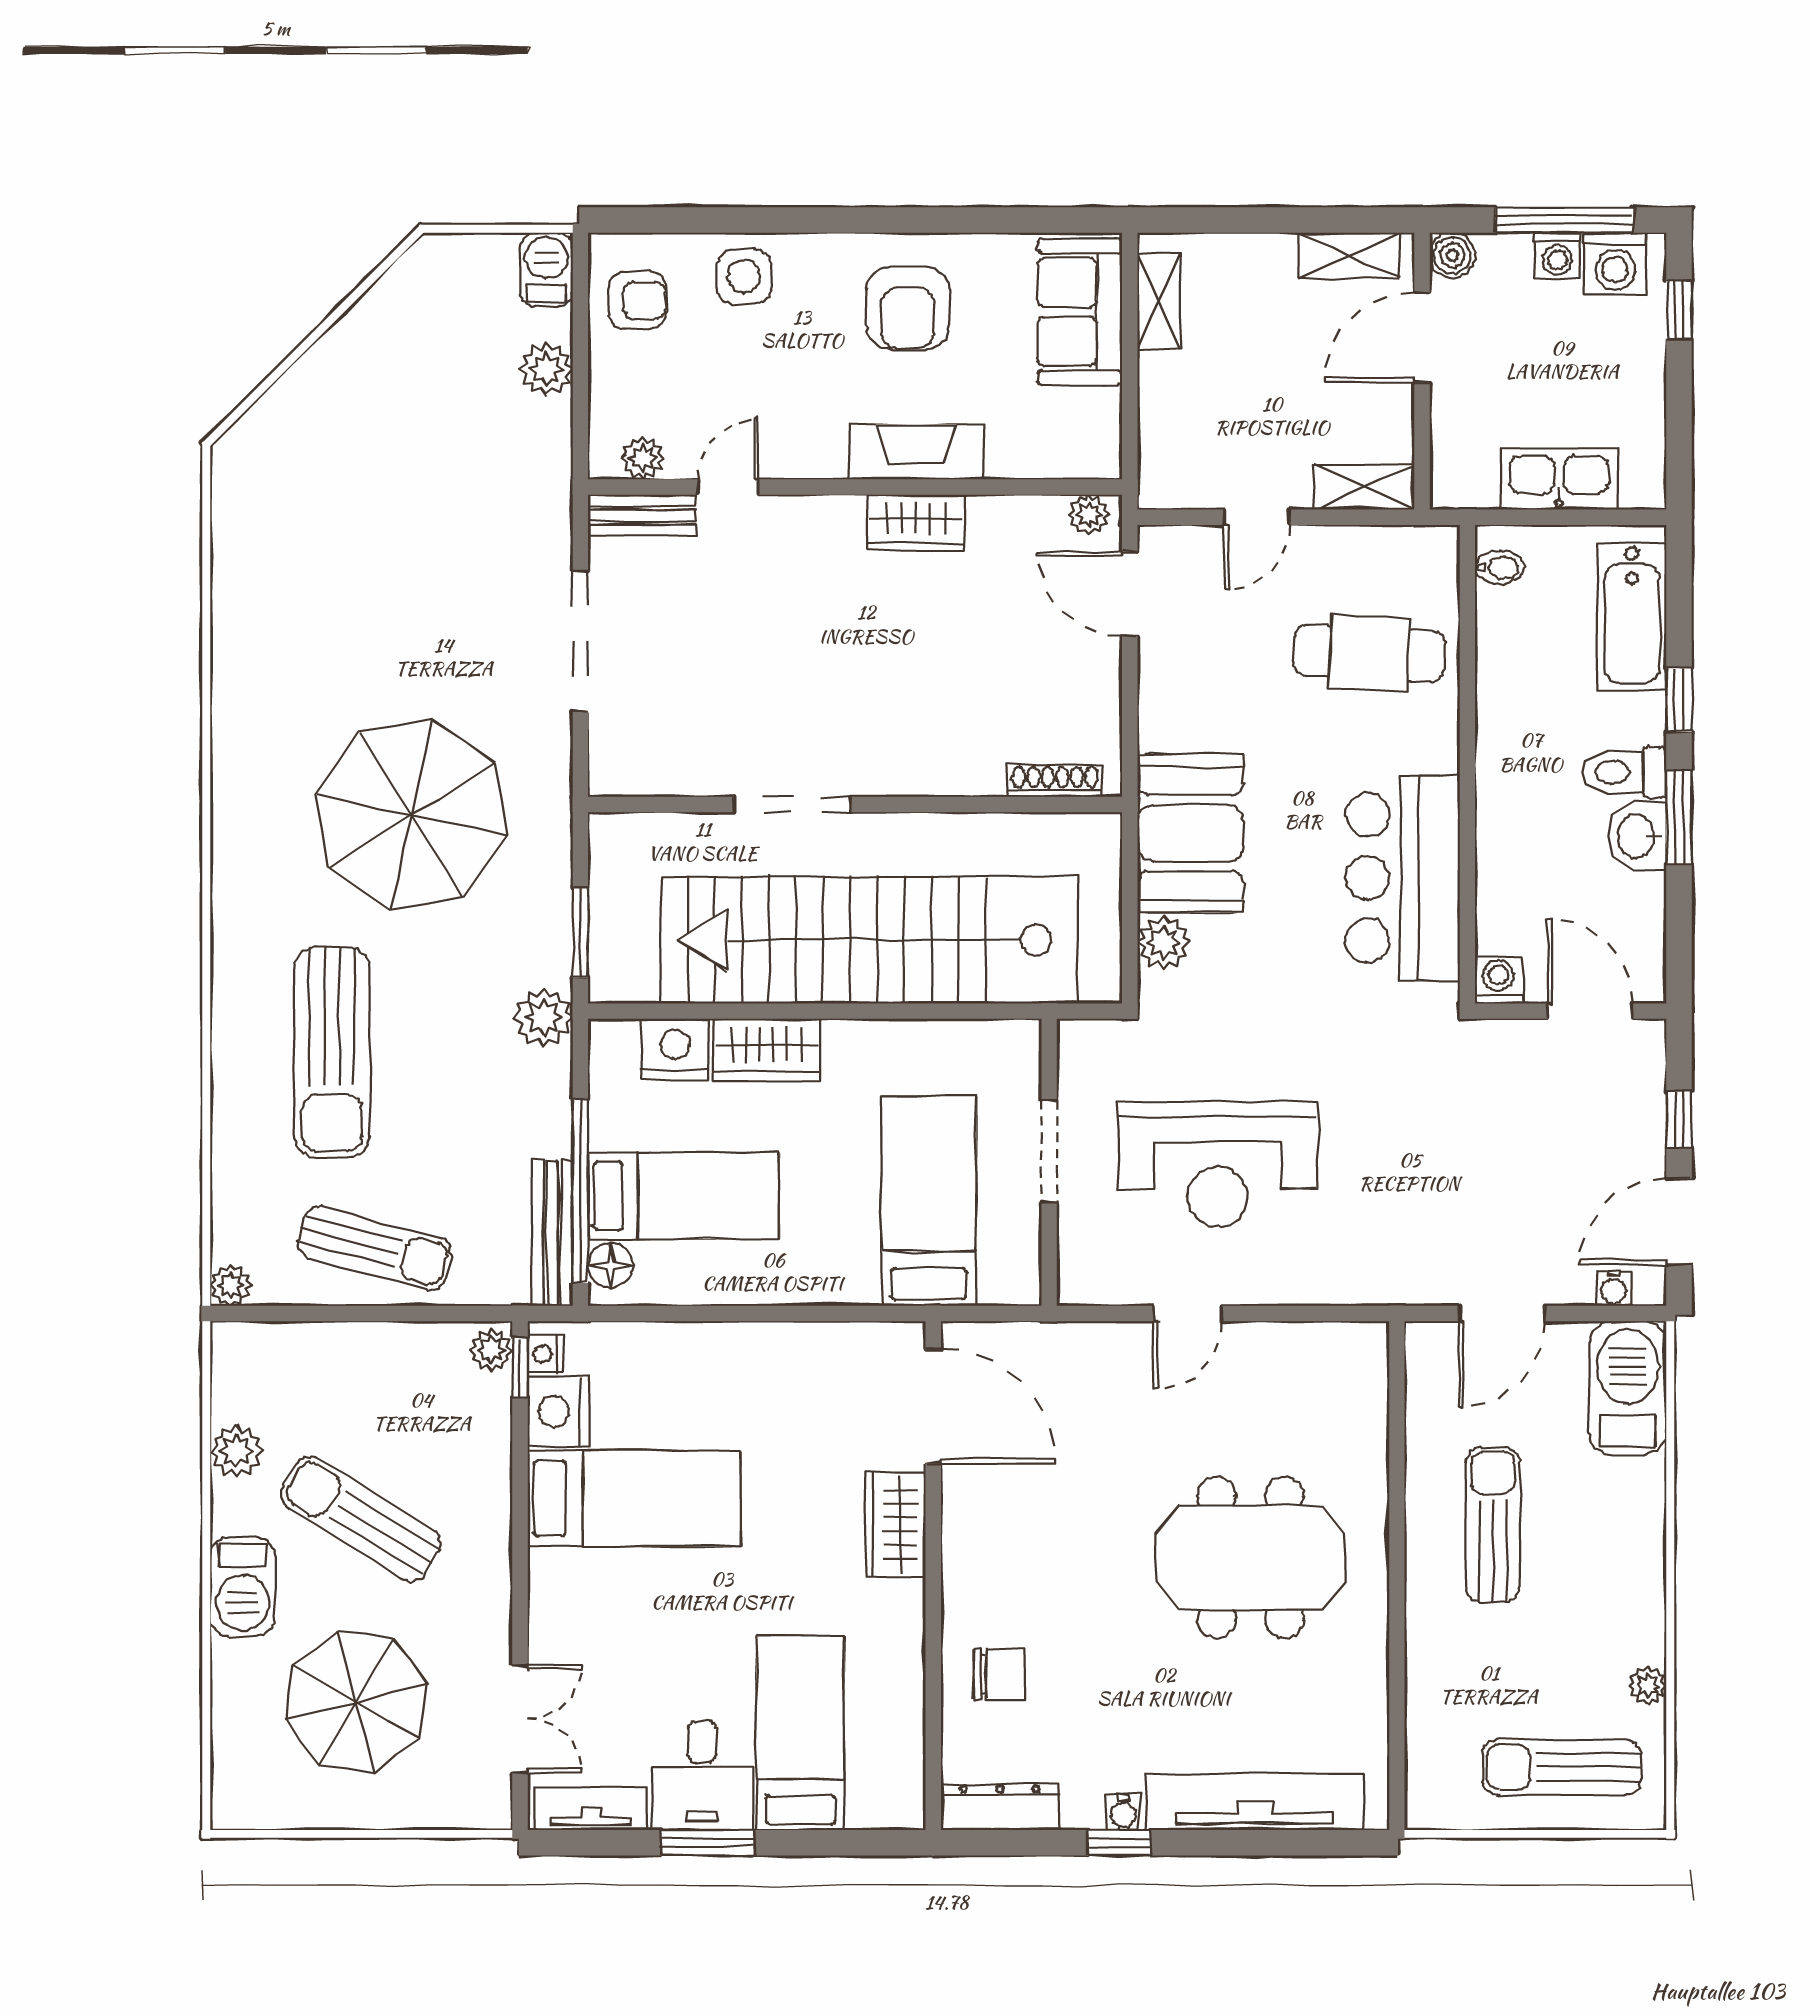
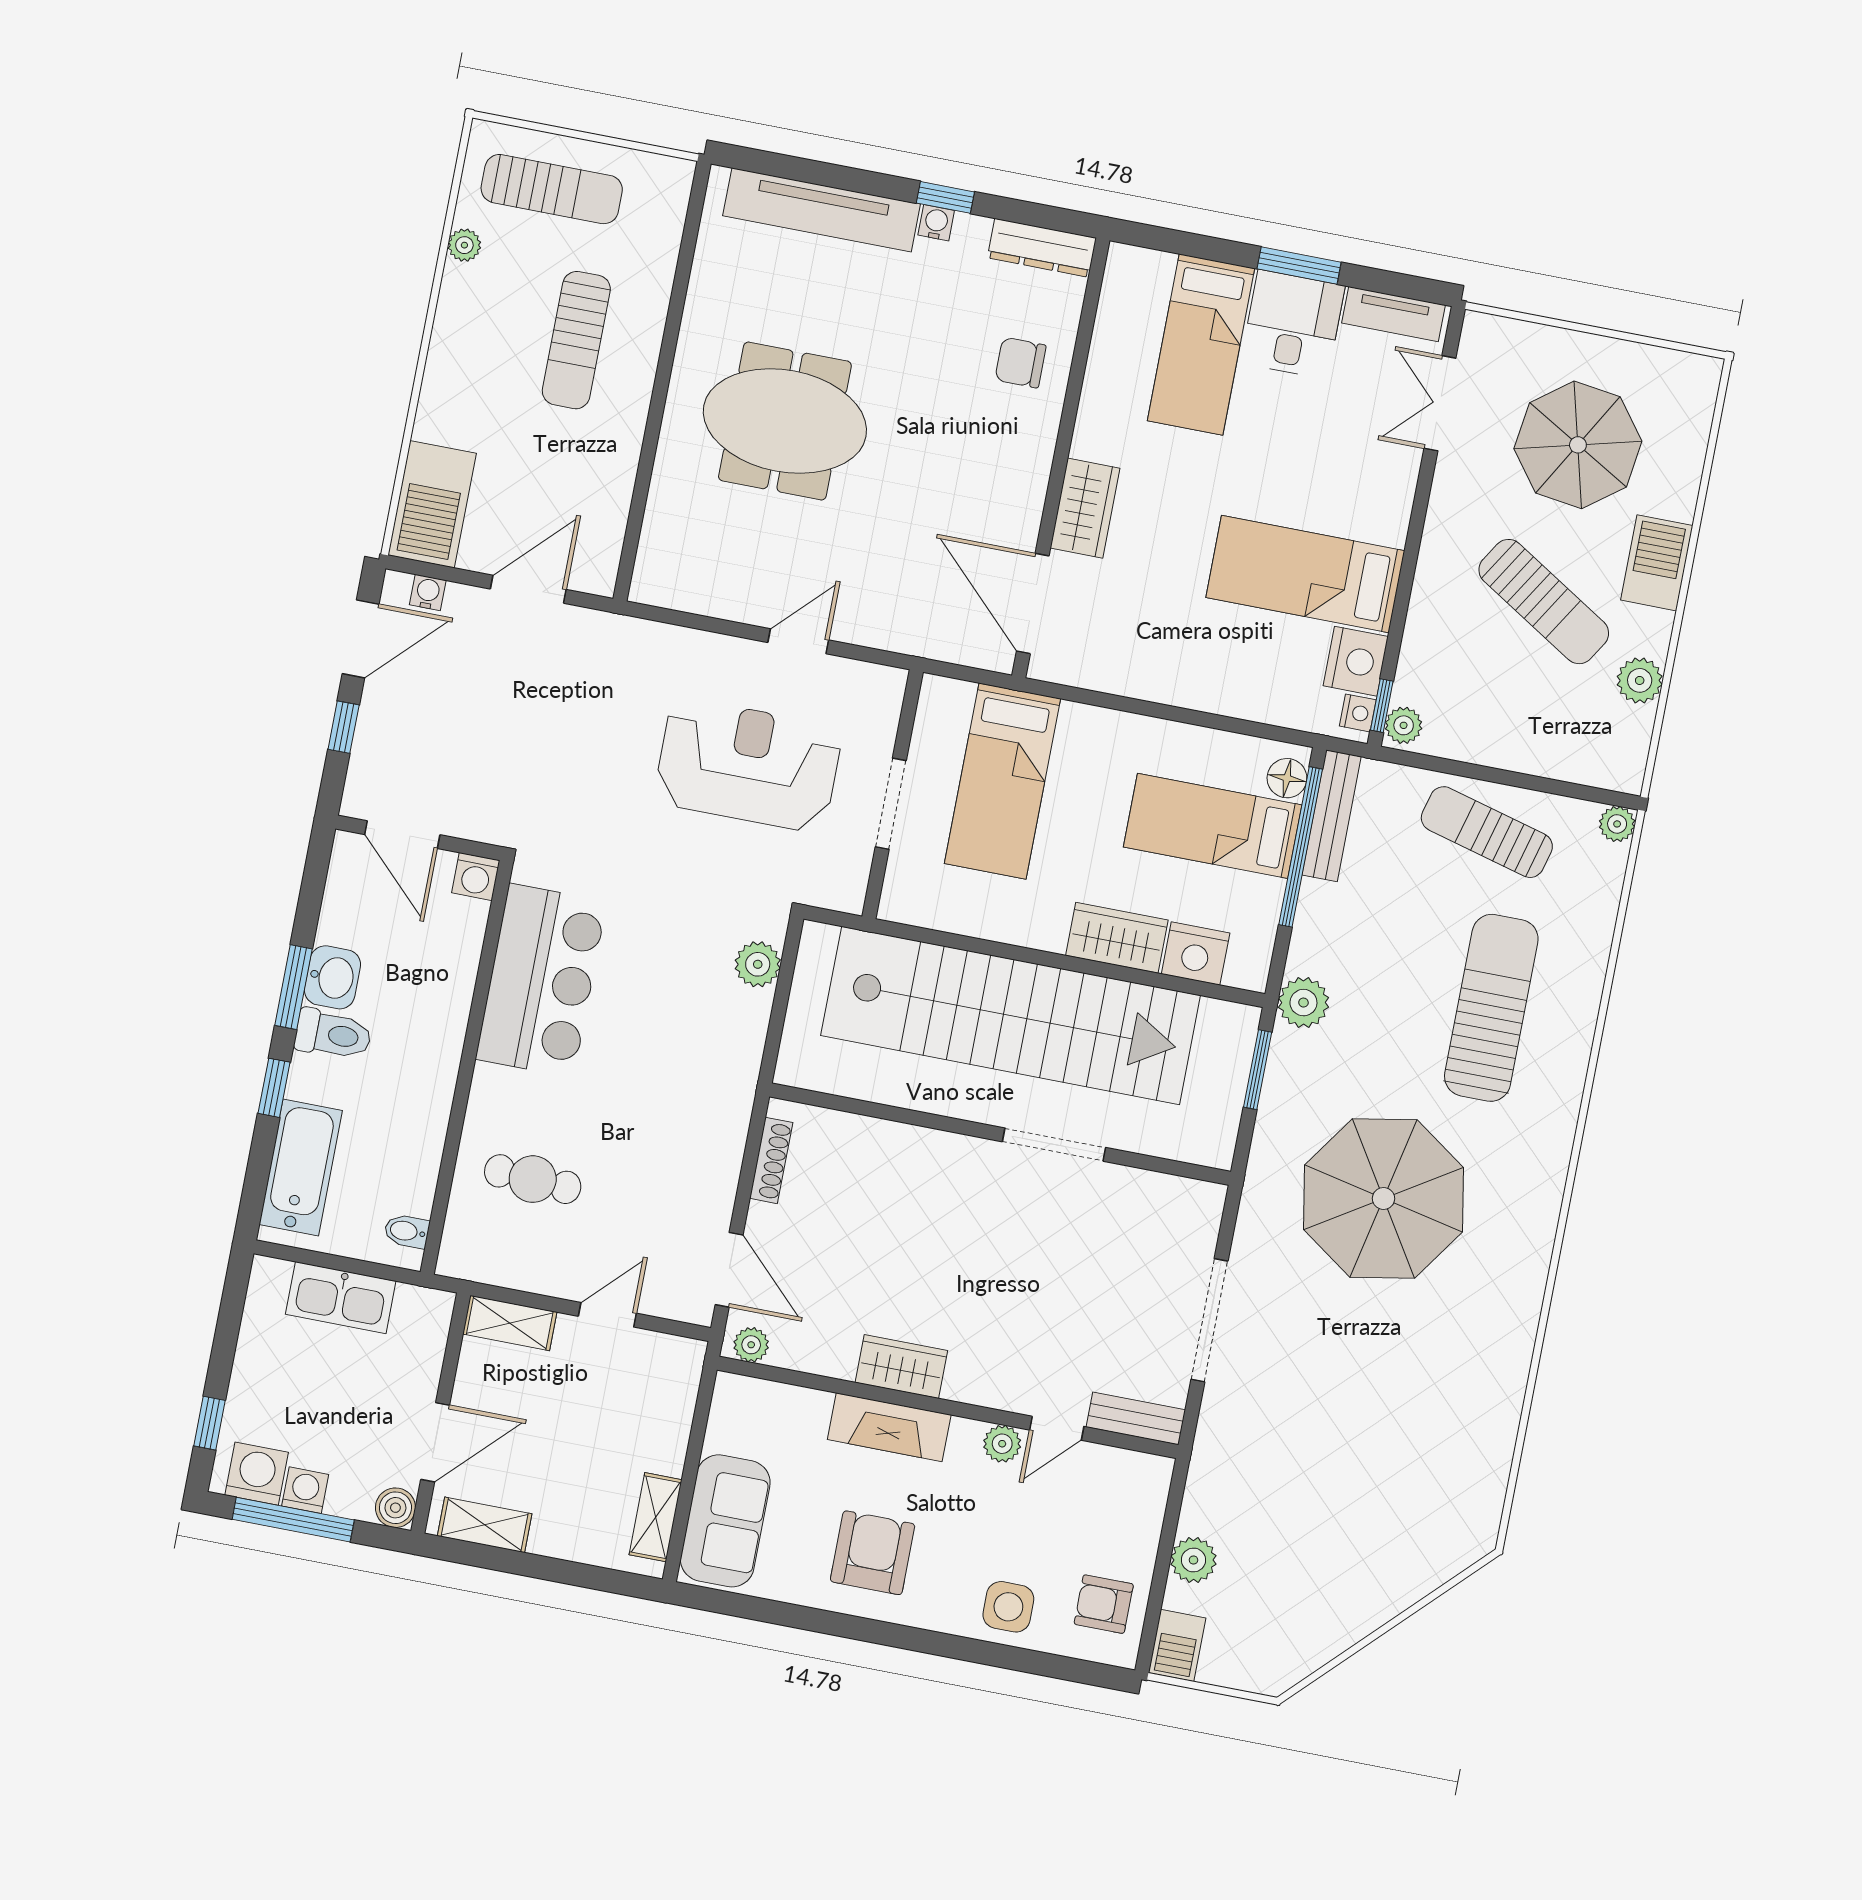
plant: (643, 458) -> (1002, 1444), moved
cafe table: (1369, 653) -> (533, 1179), width x0.73, depth x0.74
shoe rack: (1055, 781) -> (771, 1160), moved, turned -90
booth: (1190, 833) -> (717, 1054), removed
sun lounger: (1493, 1525) -> (576, 340), moved

